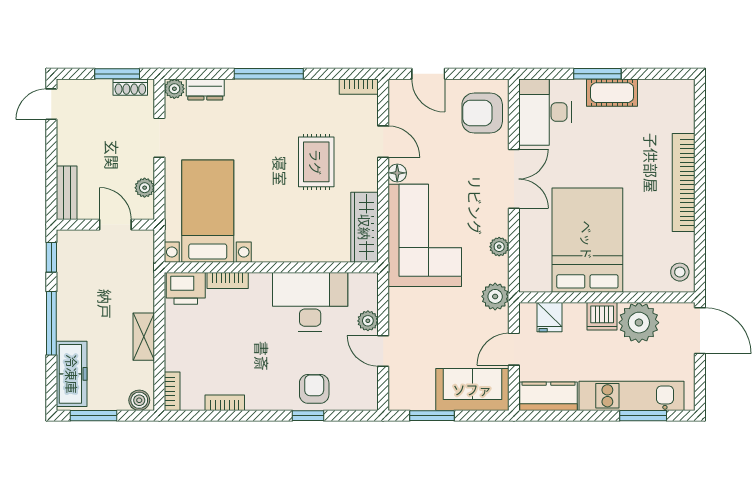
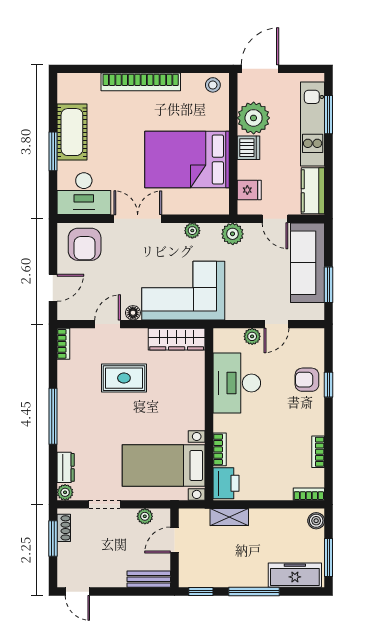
cot: (612, 93) -> (72, 132), width x1.37, depth x1.34
shelving: (144, 337) -> (229, 517), moved
sofa: (472, 389) -> (307, 263), width x1.36

